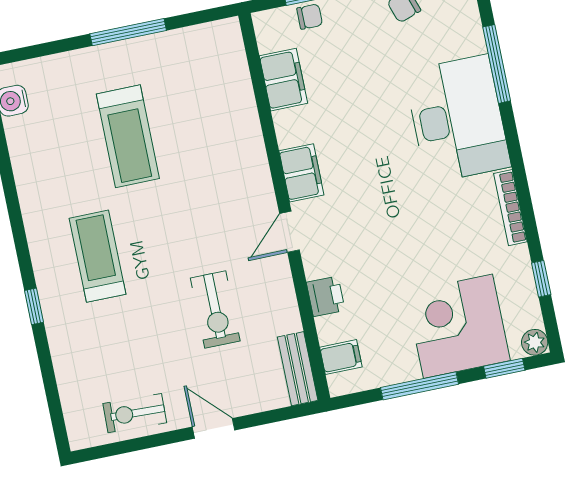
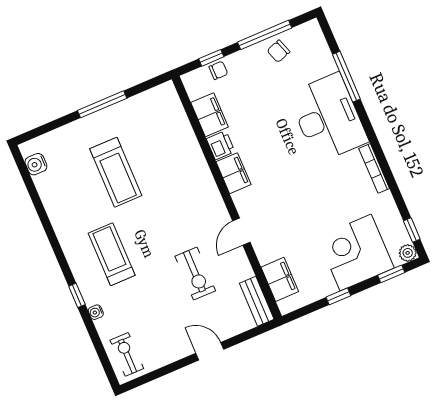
door: (289, 232) -> (241, 232), moved
window: (541, 279) -> (412, 230), moved
printer: (326, 296) -> (221, 145), moved
water cooler: (57, 337) -> (96, 312), added
filing cabinet: (341, 357) -> (280, 279), width x2.00
window: (420, 386) -> (338, 296), width x0.46
exercise bike: (135, 413) -> (127, 354), moved, turned 88

